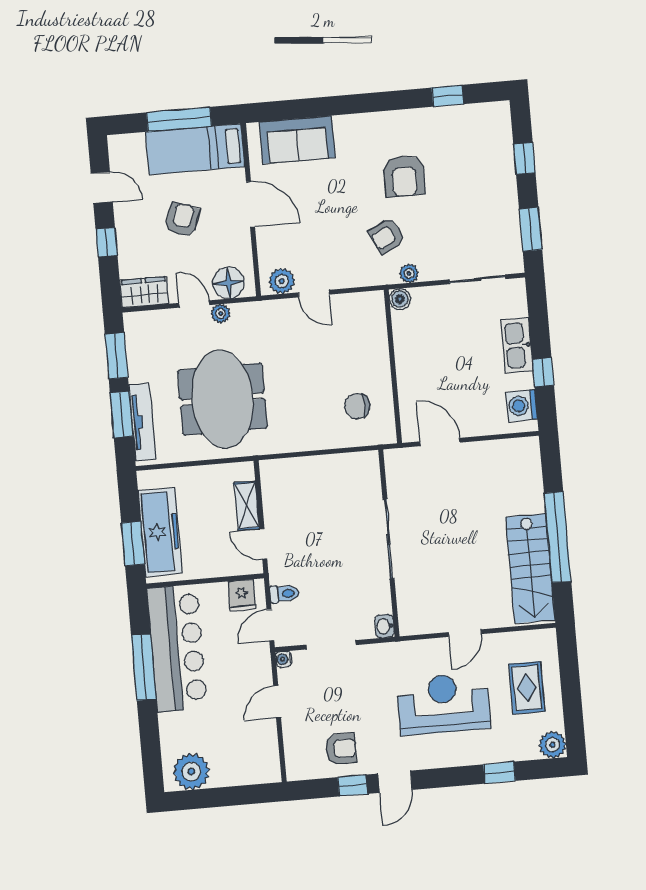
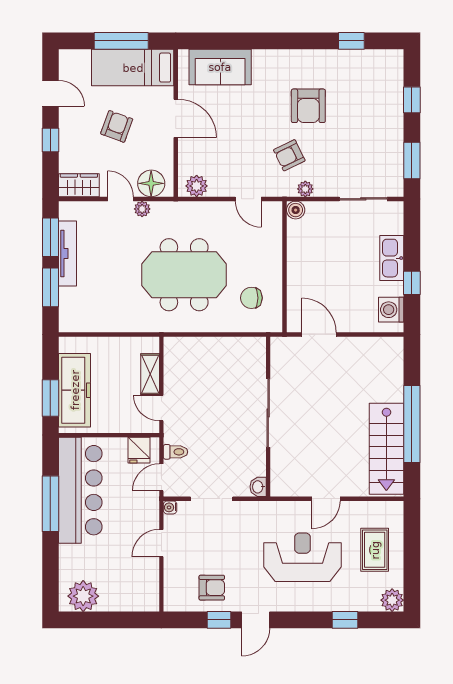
door: (314, 294) -> (248, 199), moved
meeting table: (223, 399) -> (184, 275), moved, turned 90
tv unit: (142, 422) -> (68, 253), moved

